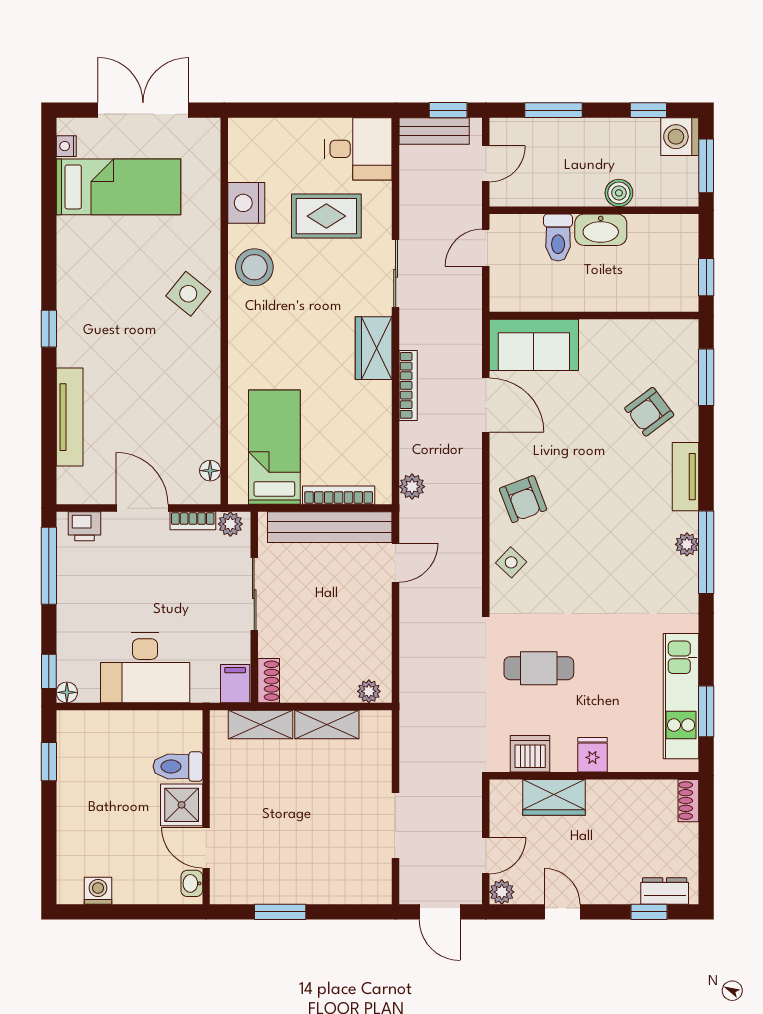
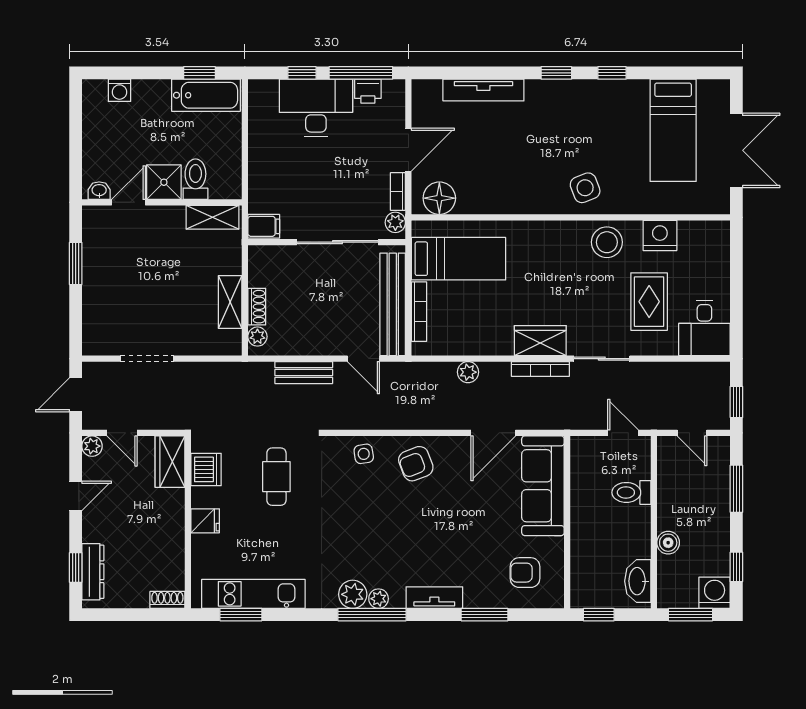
bench: (434, 131) -> (304, 373), moved, turned 90
nightstand: (66, 146) -> (707, 87), removed
washbasin: (601, 230) -> (638, 581), moved
window: (49, 261) -> (612, 73), added
side table: (188, 294) -> (585, 188), turned 30
sofa: (534, 345) -> (543, 486), width x1.36
window: (706, 377) -> (485, 615), moved
bookcase: (408, 385) -> (540, 369), moved
armchair: (649, 412) -> (525, 573), moved, turned -53
floor lamp: (210, 471) -> (439, 198), width x1.89, depth x1.89
plant: (412, 487) -> (468, 372), moved
printer: (85, 526) -> (368, 91), moved, turned -90
side table: (511, 562) -> (364, 454), turned 38
plant: (682, 576) -> (353, 594), added
sliding door: (254, 594) -> (338, 242), width x1.37
desk: (145, 668) -> (316, 108), moved, turned 90
window: (49, 671) -> (302, 73), moved
shoe rack: (269, 681) -> (257, 307), moved, turned -90
floor lamp: (67, 692) -> (257, 88), removed
shelving: (260, 725) -> (212, 217), moved, turned 90
bathtub: (76, 754) -> (206, 95), added
wardrobe: (554, 797) -> (170, 462), moved
washing machine: (98, 891) -> (119, 90), moved, turned 90
dresser: (665, 891) -> (93, 572), width x1.44

